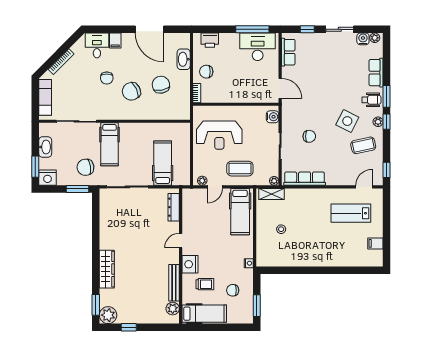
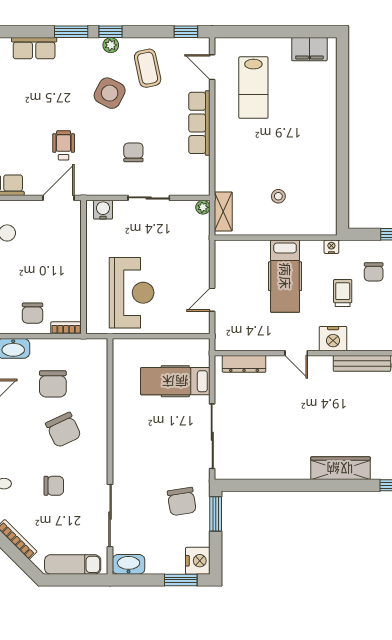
chair: (107, 78) -> (54, 486), moved
chair: (161, 85) -> (53, 384), turned -79
wheelchair: (371, 100) -> (64, 145), moved
hospital bed: (110, 144) -> (146, 464), removed
washbasin: (45, 147) -> (129, 564), moved
coffee table: (240, 169) -> (184, 261), removed
row of seats: (305, 179) -> (199, 123), moved
plant: (202, 181) -> (203, 319), removed
door: (215, 187) -> (212, 300), swing flipped
hospital bed: (240, 212) -> (285, 276), moved, turned 90
filing cabinet: (375, 243) -> (309, 49), width x2.00
trolley: (205, 284) -> (343, 293), moved

